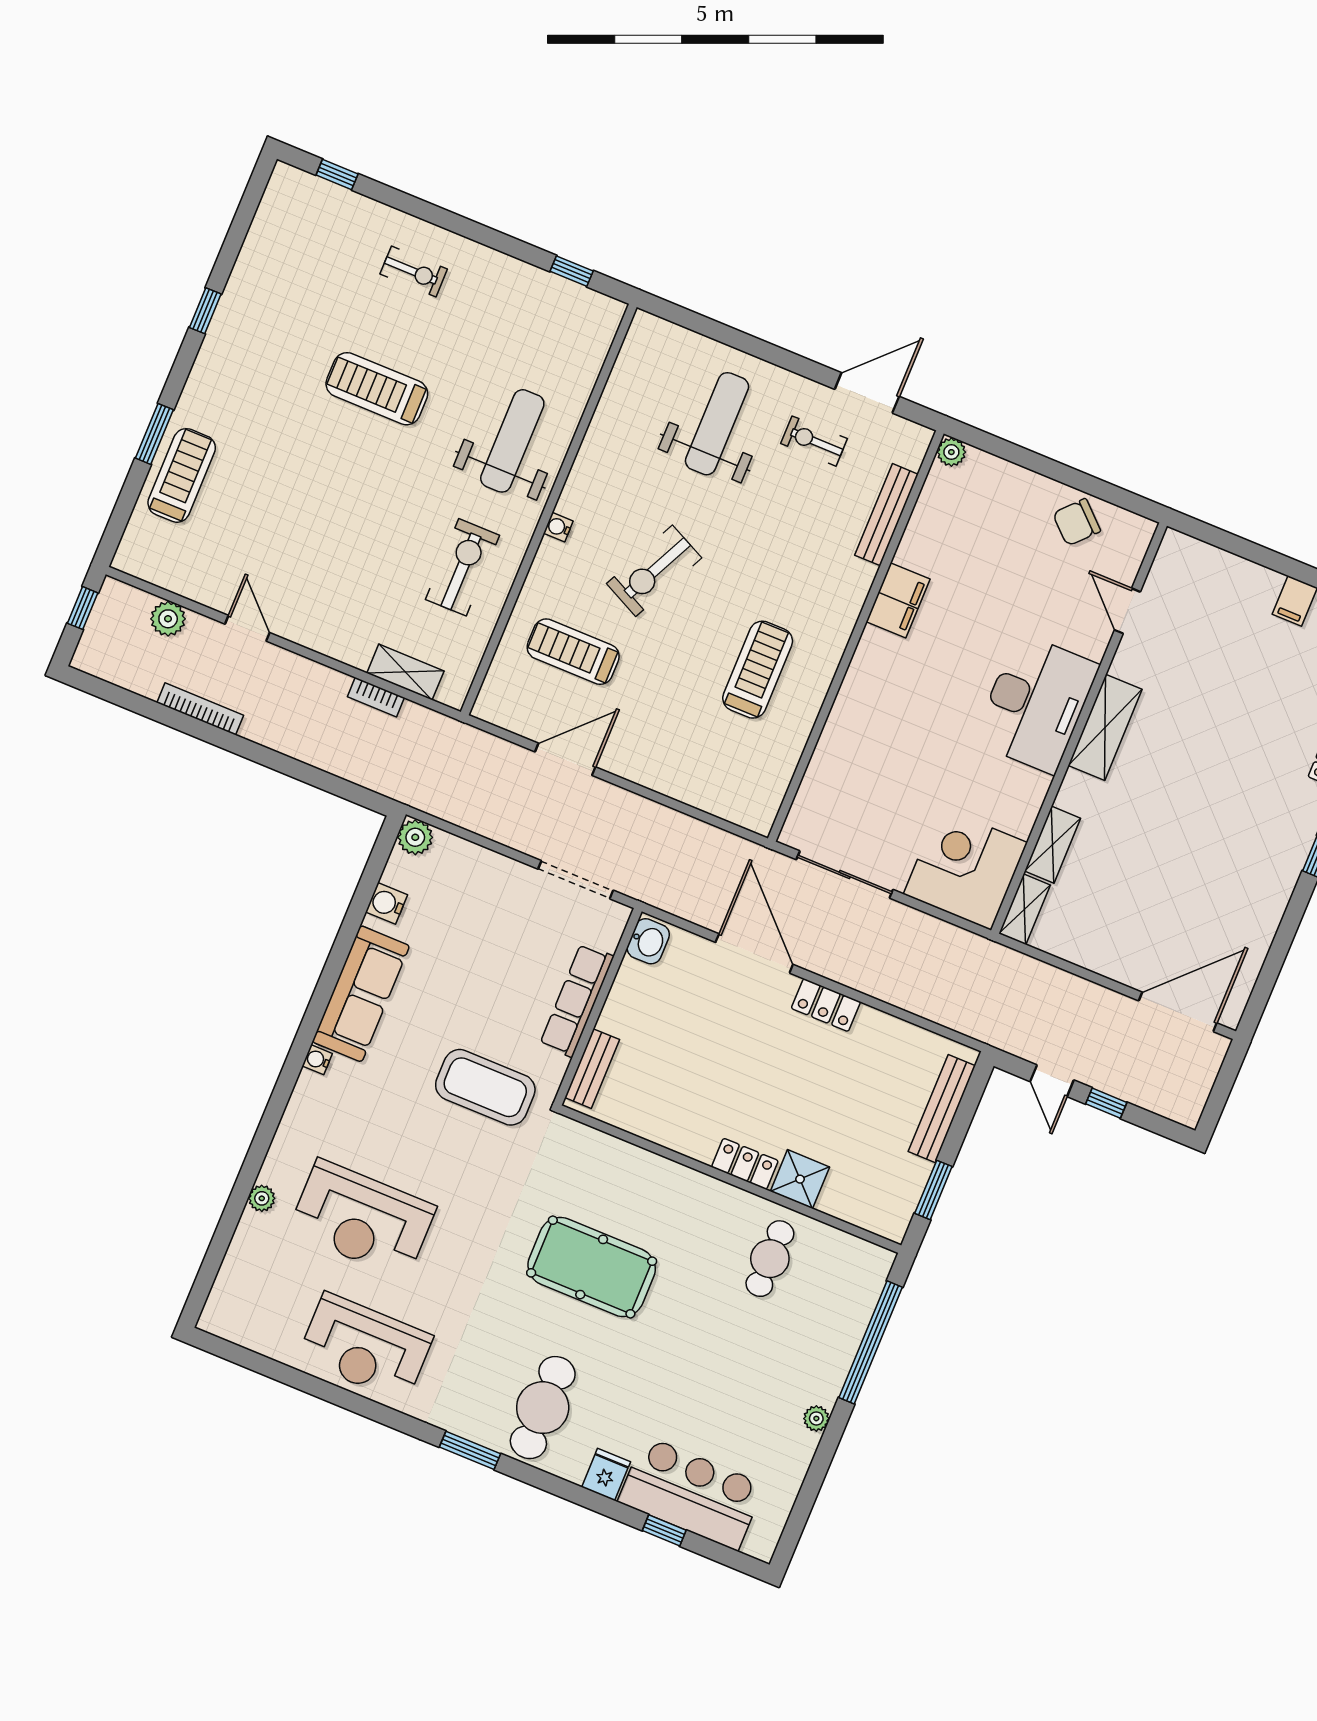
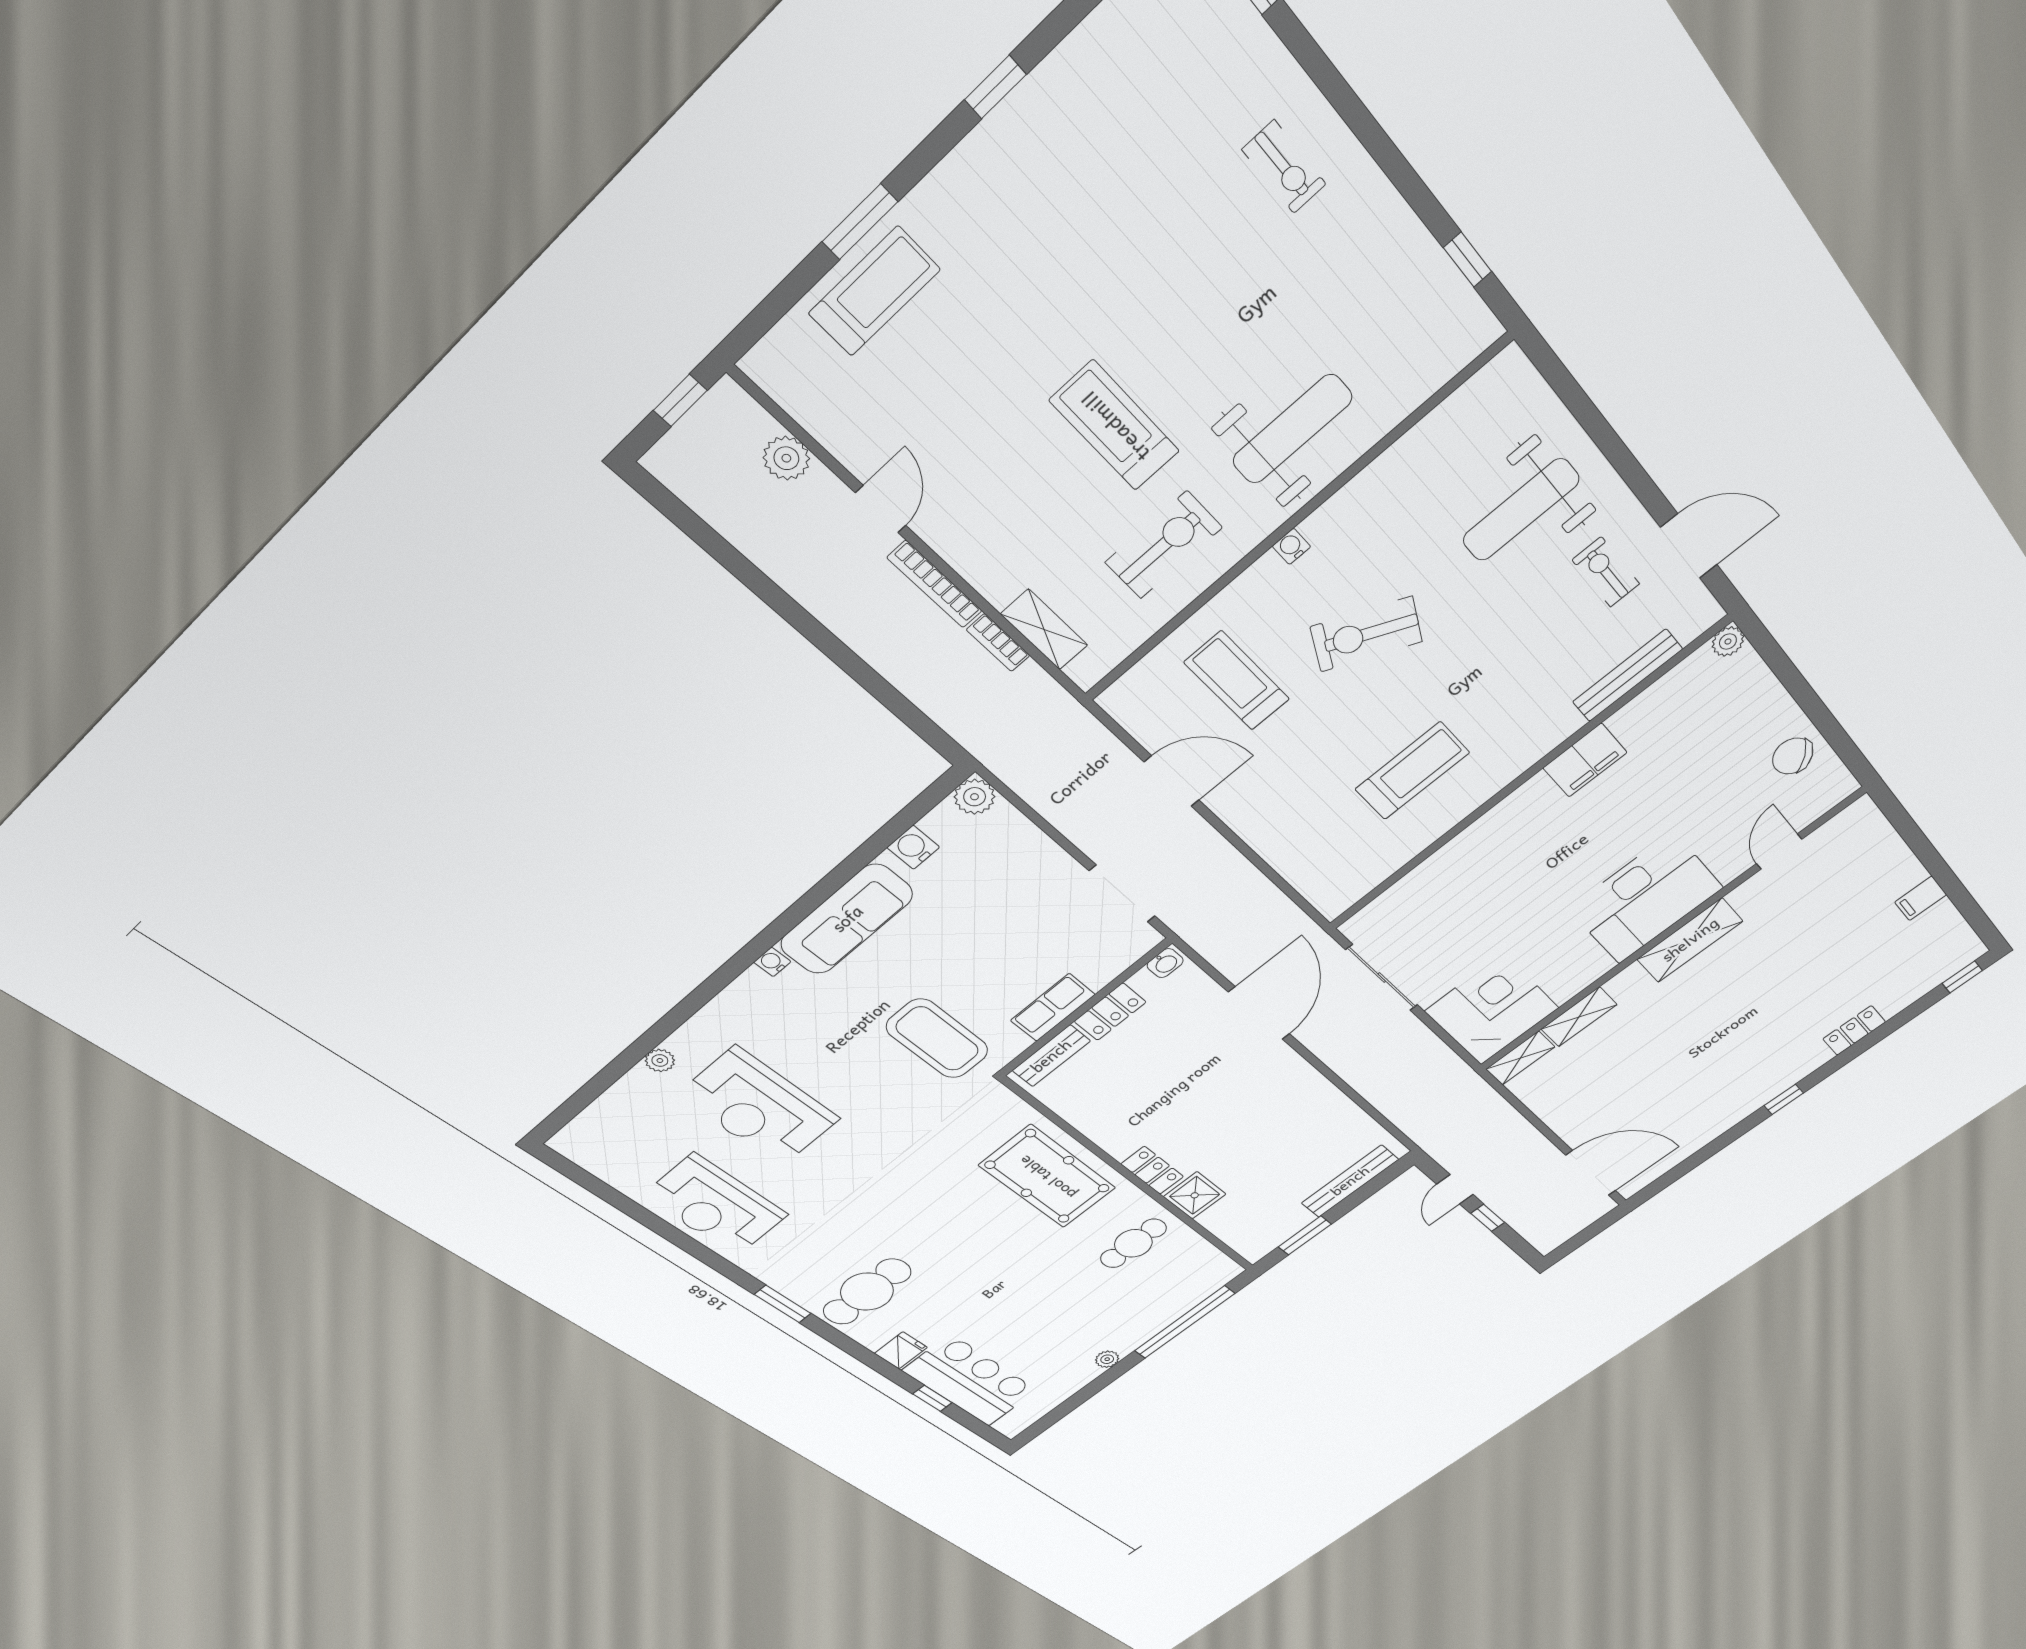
treadmill: (377, 389) -> (1115, 426), moved
weight bench: (717, 424) -> (1521, 510), turned 180
bookcase: (200, 709) -> (935, 584), moved, turned 180
washbasin: (648, 941) -> (1165, 963), width x0.72, depth x0.69
row of seats: (577, 1000) -> (1053, 1007), width x0.68
locker: (826, 1005) -> (1110, 1012), moved, turned -90
pool table: (592, 1267) -> (1047, 1177), moved

